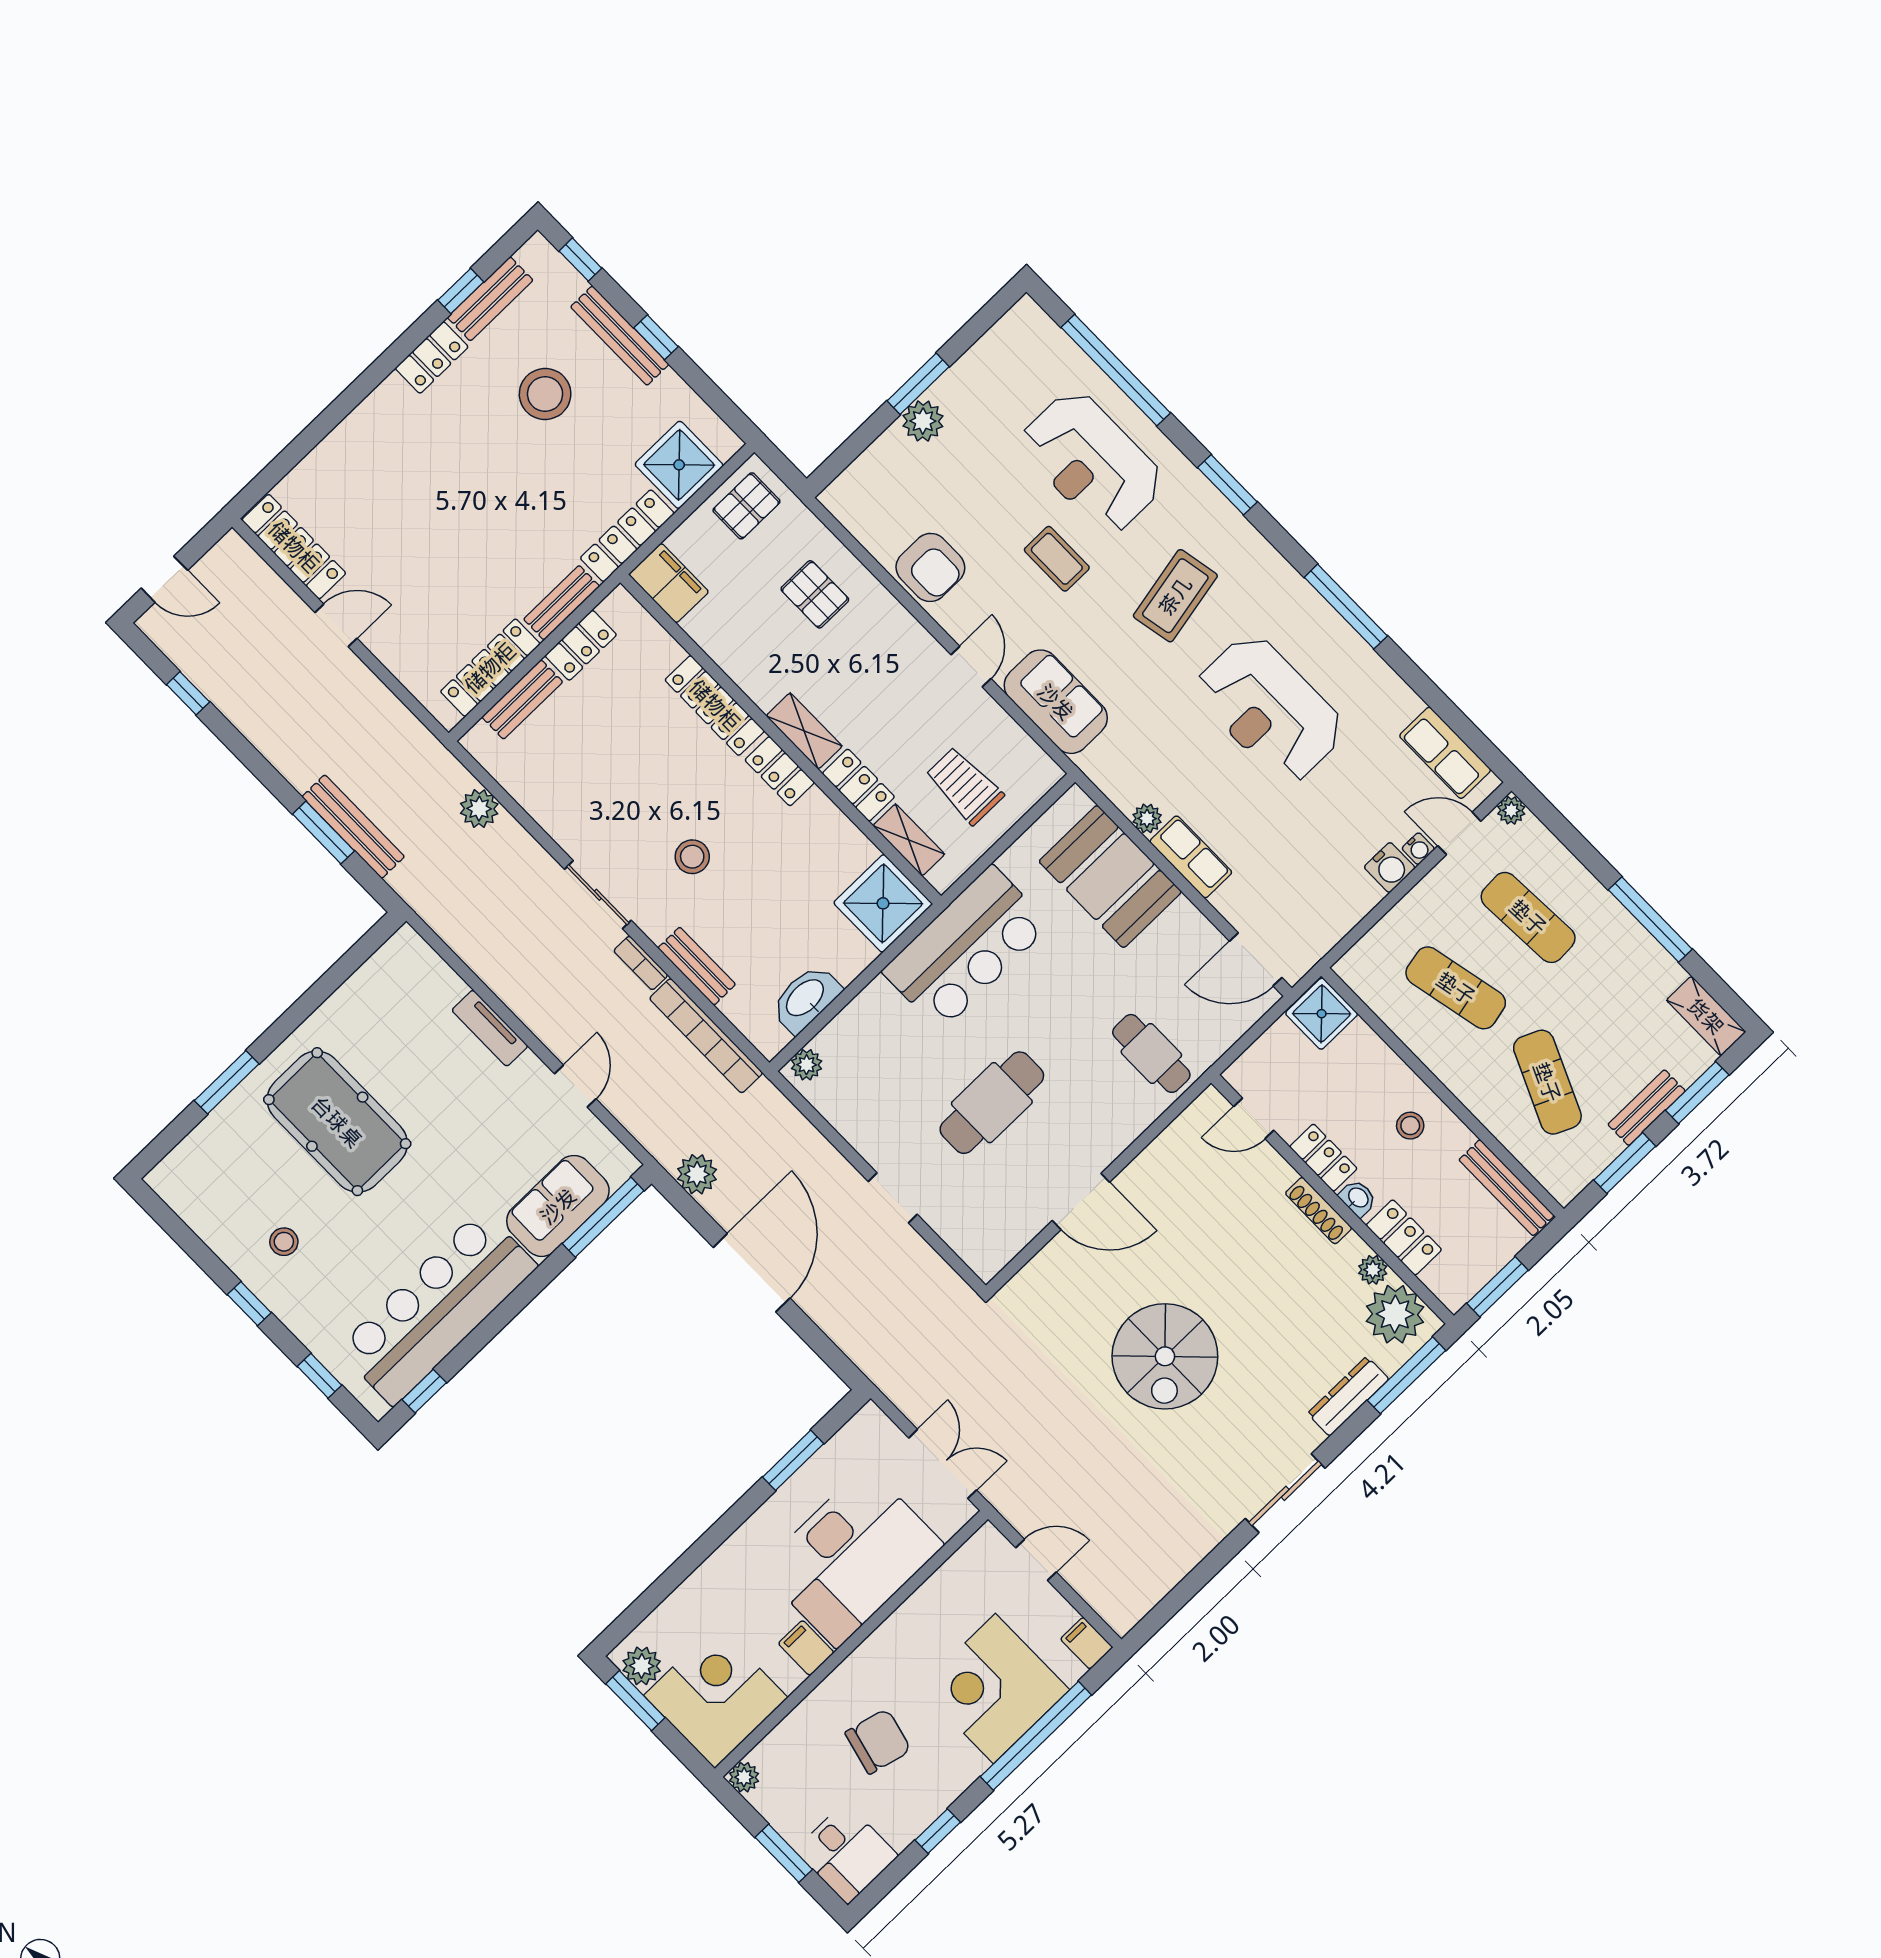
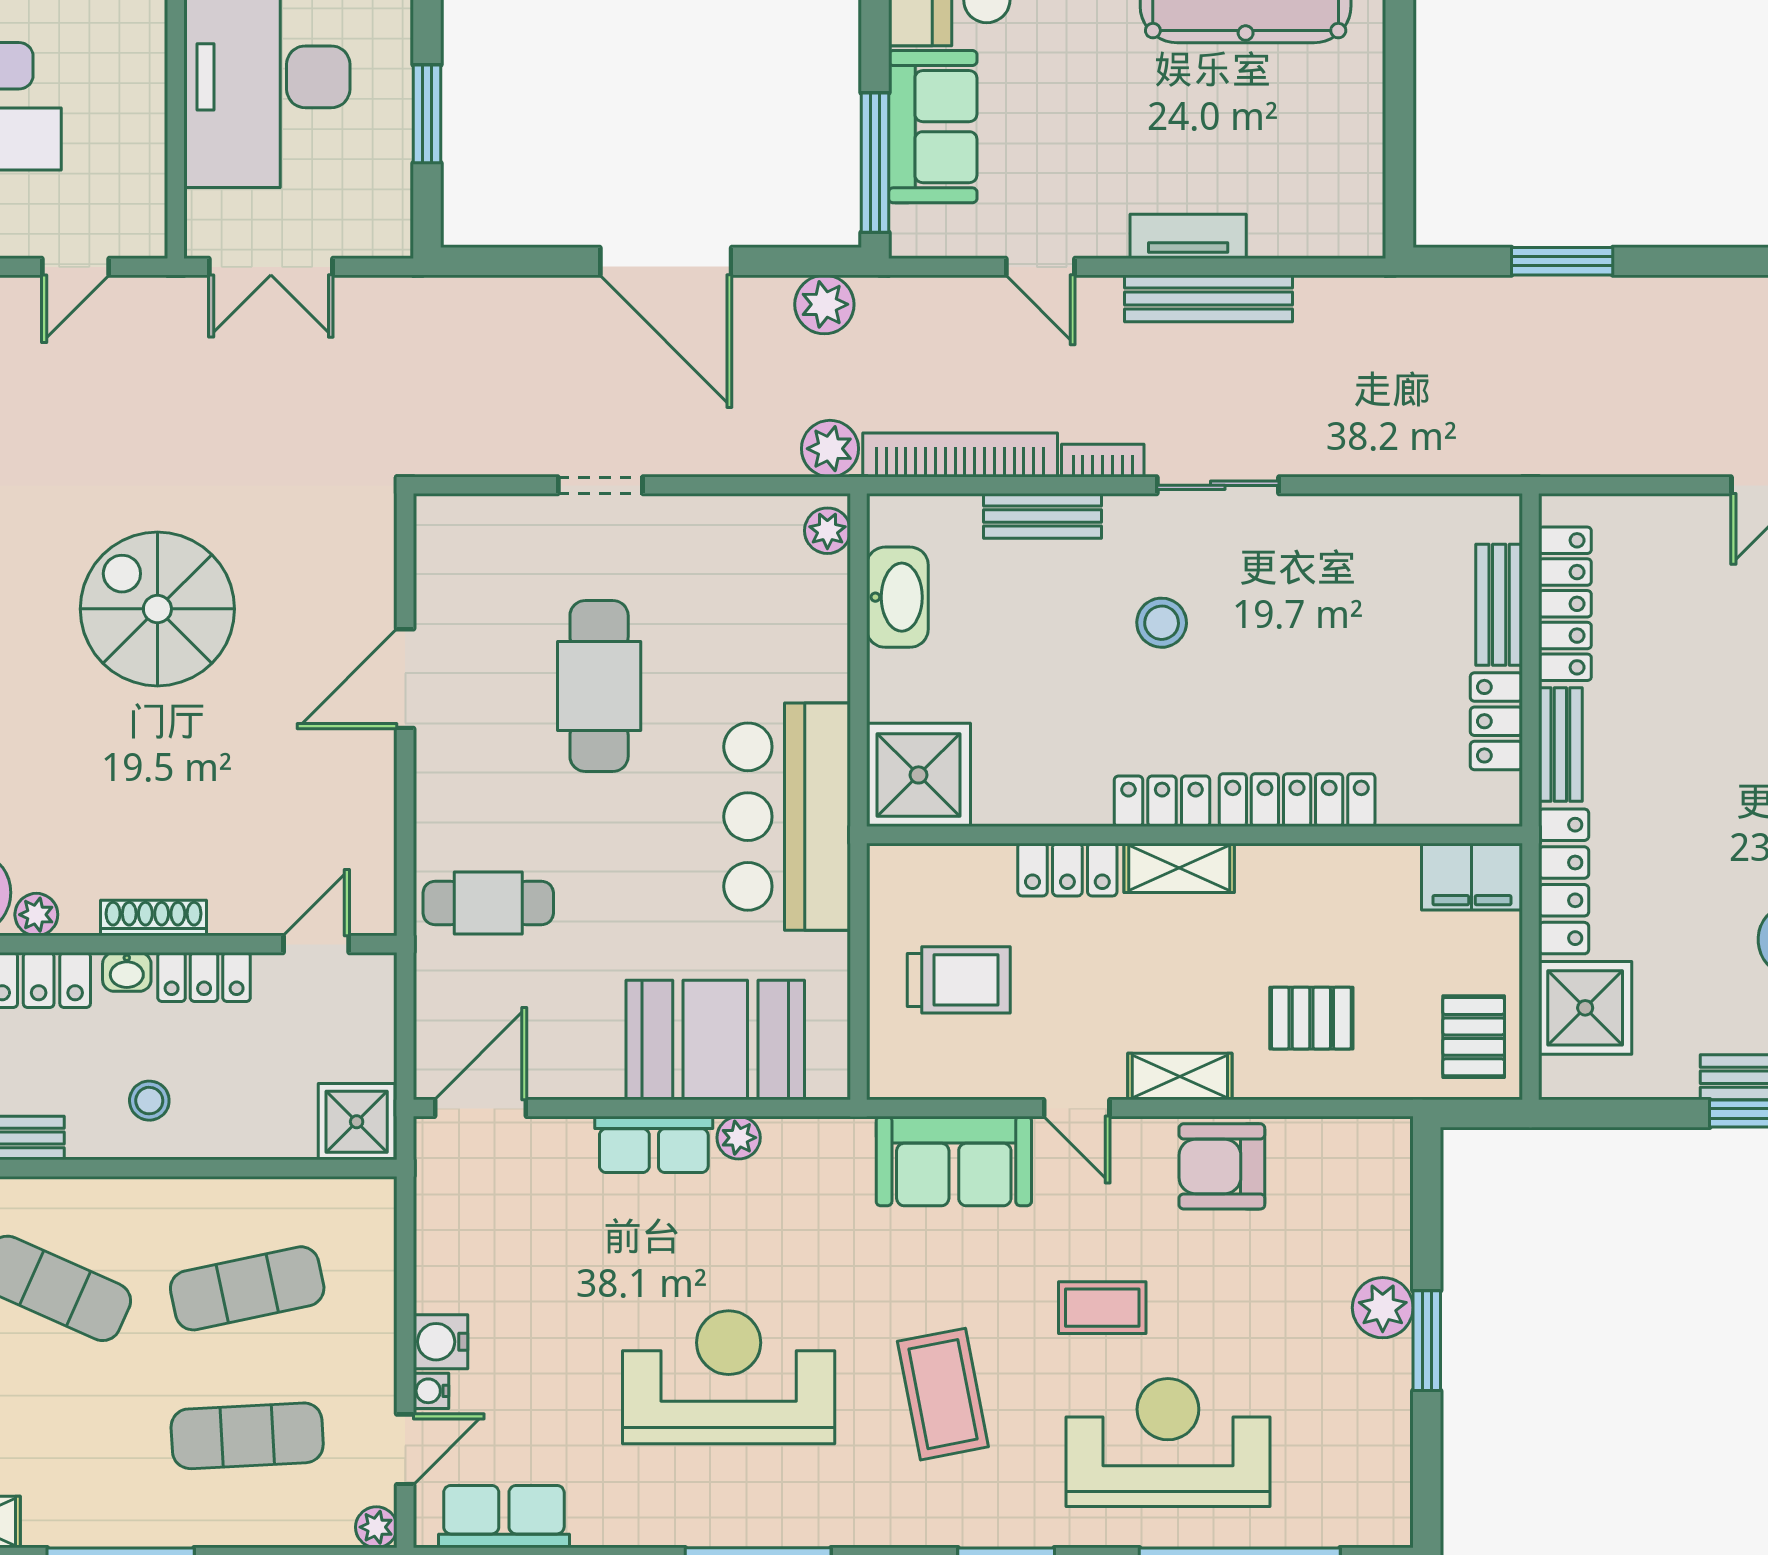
plant: (479, 809) -> (830, 449), moved
bench: (353, 827) -> (1208, 298), moved
shelving: (909, 840) -> (1180, 1076), moved

